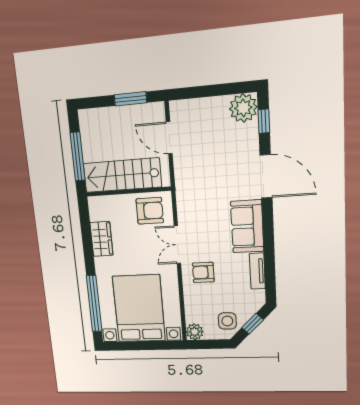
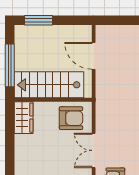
window: (130, 99) -> (38, 20), moved
wardrobe: (101, 239) -> (24, 118), moved

